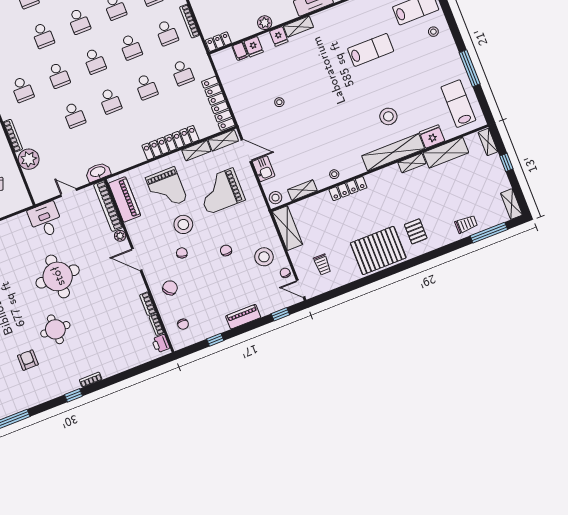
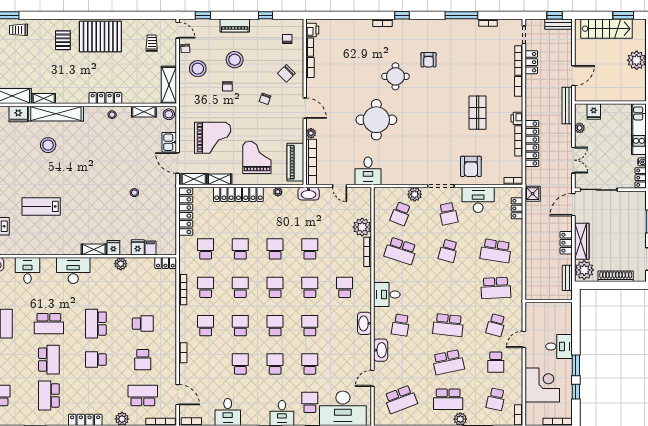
plant: (131, 161) -> (278, 192), added
stool: (183, 224) -> (235, 60), moved

